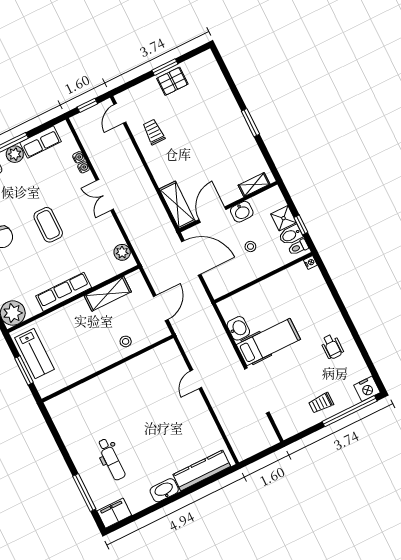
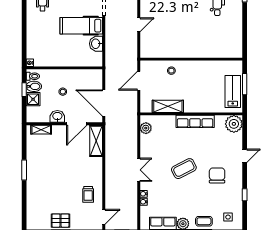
coffee table: (48, 225) -> (184, 169), turned 63

